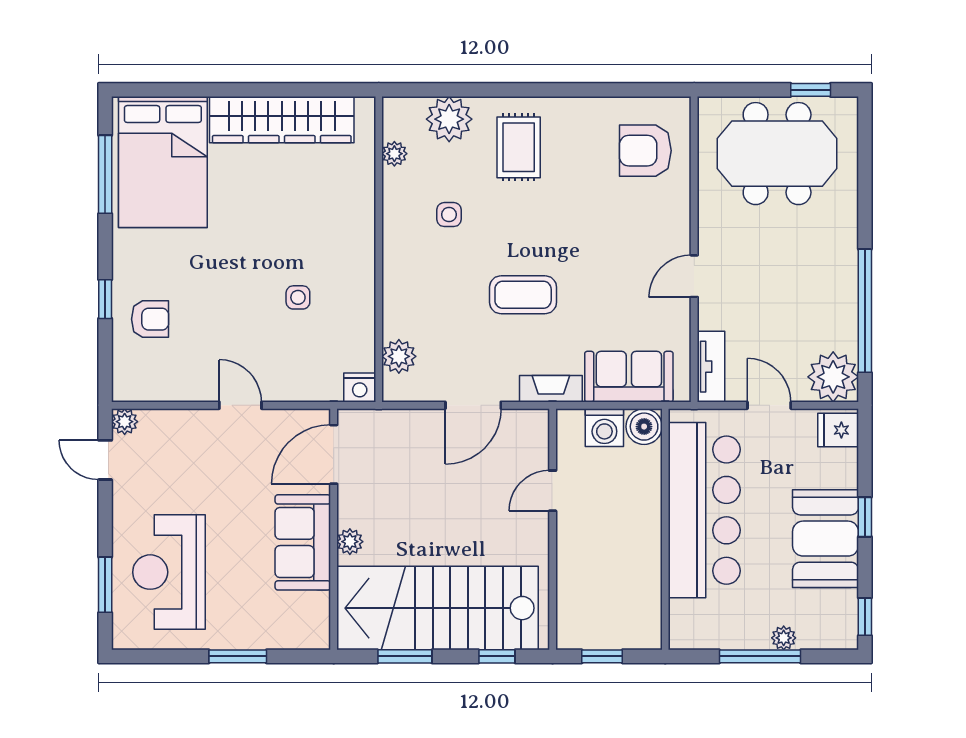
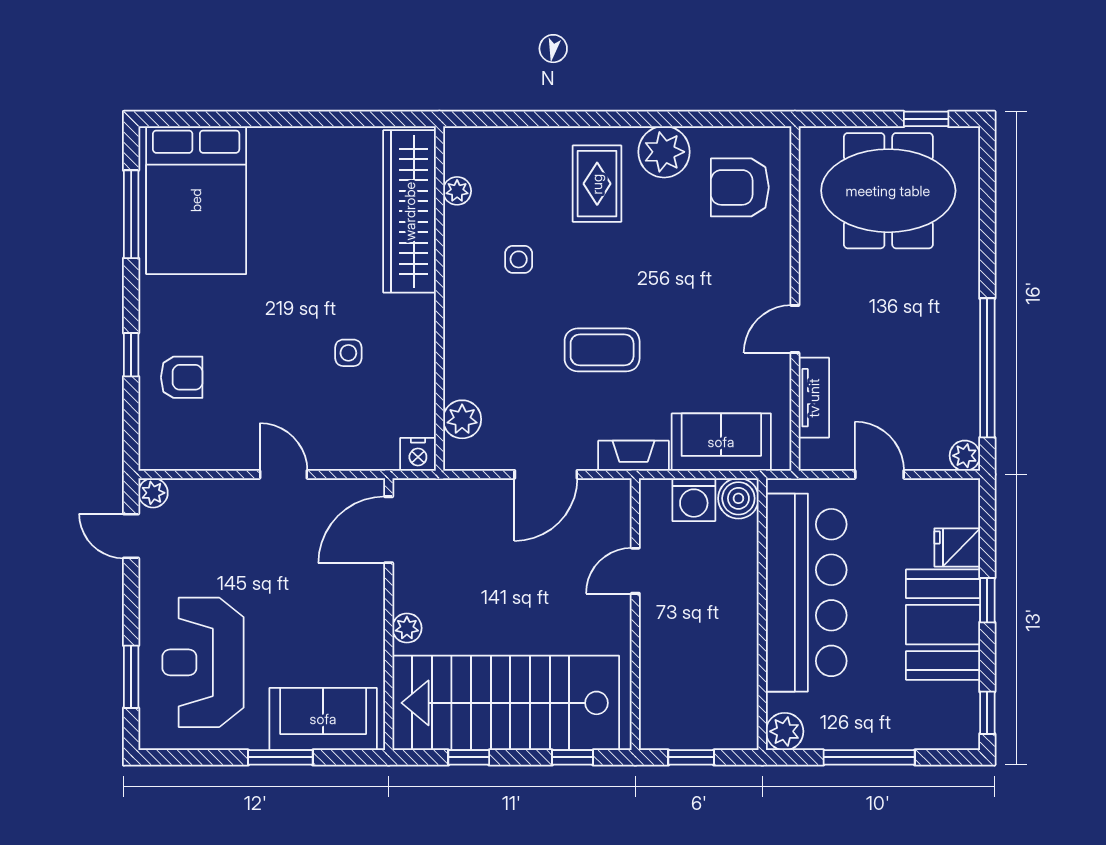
plant: (449, 119) -> (664, 152), moved
wardrobe: (282, 120) -> (410, 211), moved, turned 90
tv unit: (711, 367) -> (814, 398), moved
plant: (833, 377) -> (965, 456), width x0.53, depth x0.53
fridge: (838, 430) -> (957, 547), moved
sofa: (303, 542) -> (323, 719), moved, turned 90
plant: (784, 638) -> (785, 731), moved, width x1.38, depth x1.38
window: (405, 656) -> (469, 757), width x0.67

